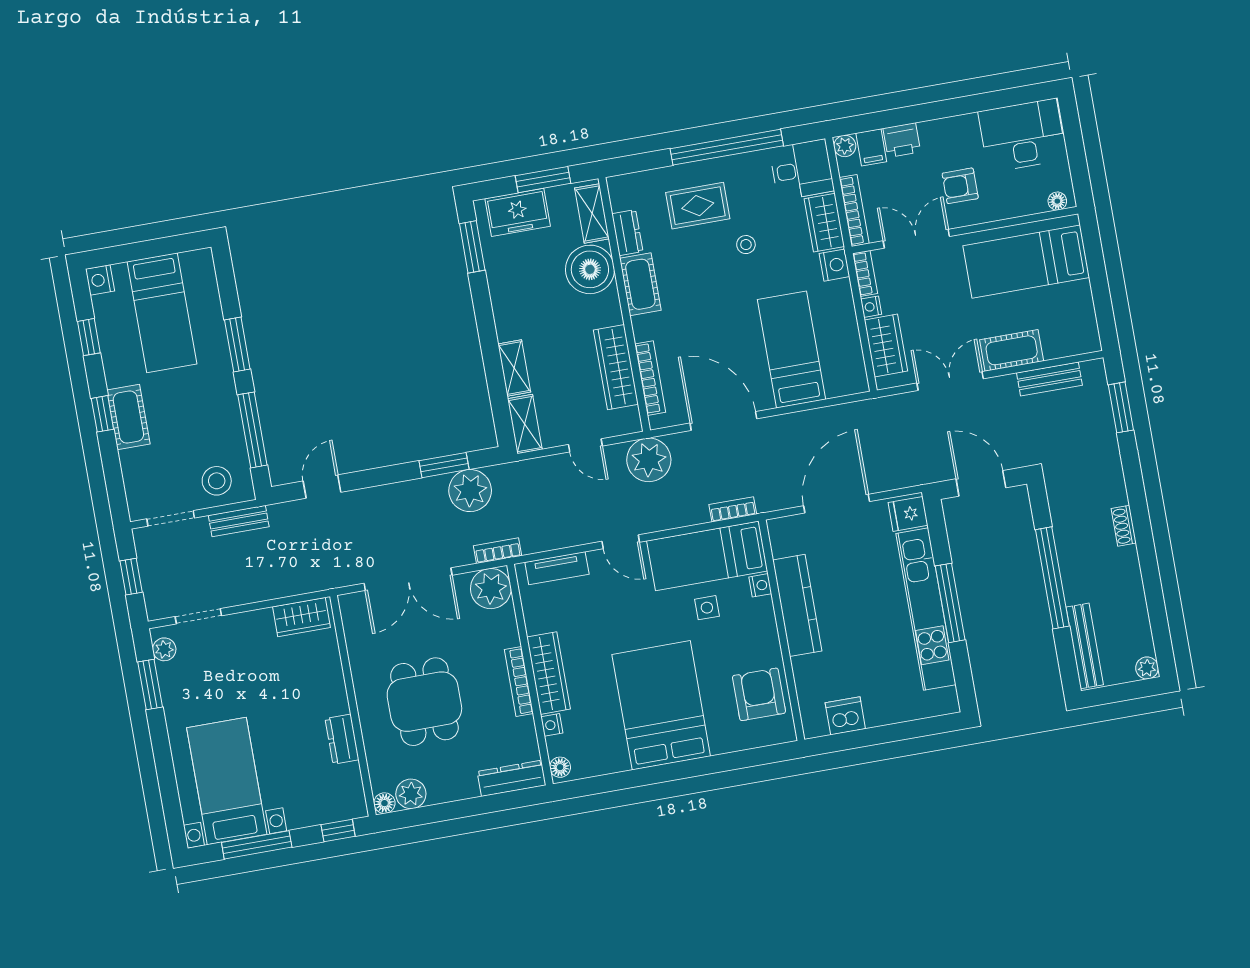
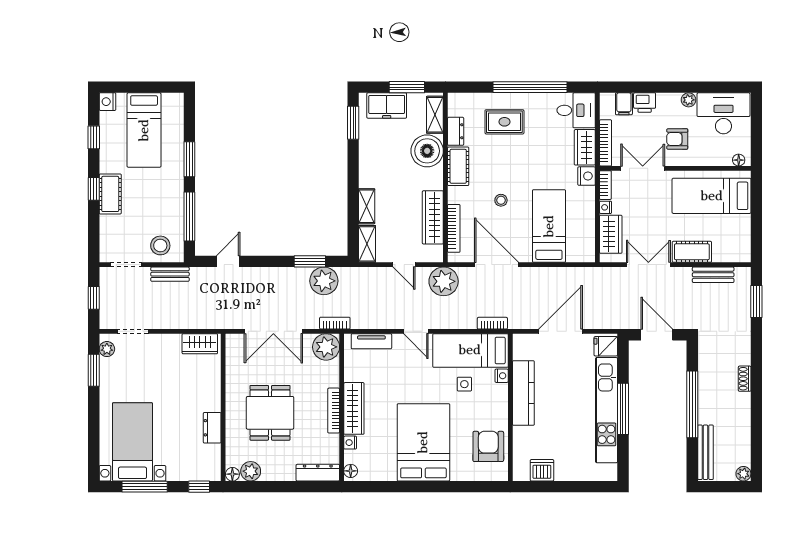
plant: (845, 146) -> (689, 100), moved
stool: (746, 245) -> (501, 200), moved

